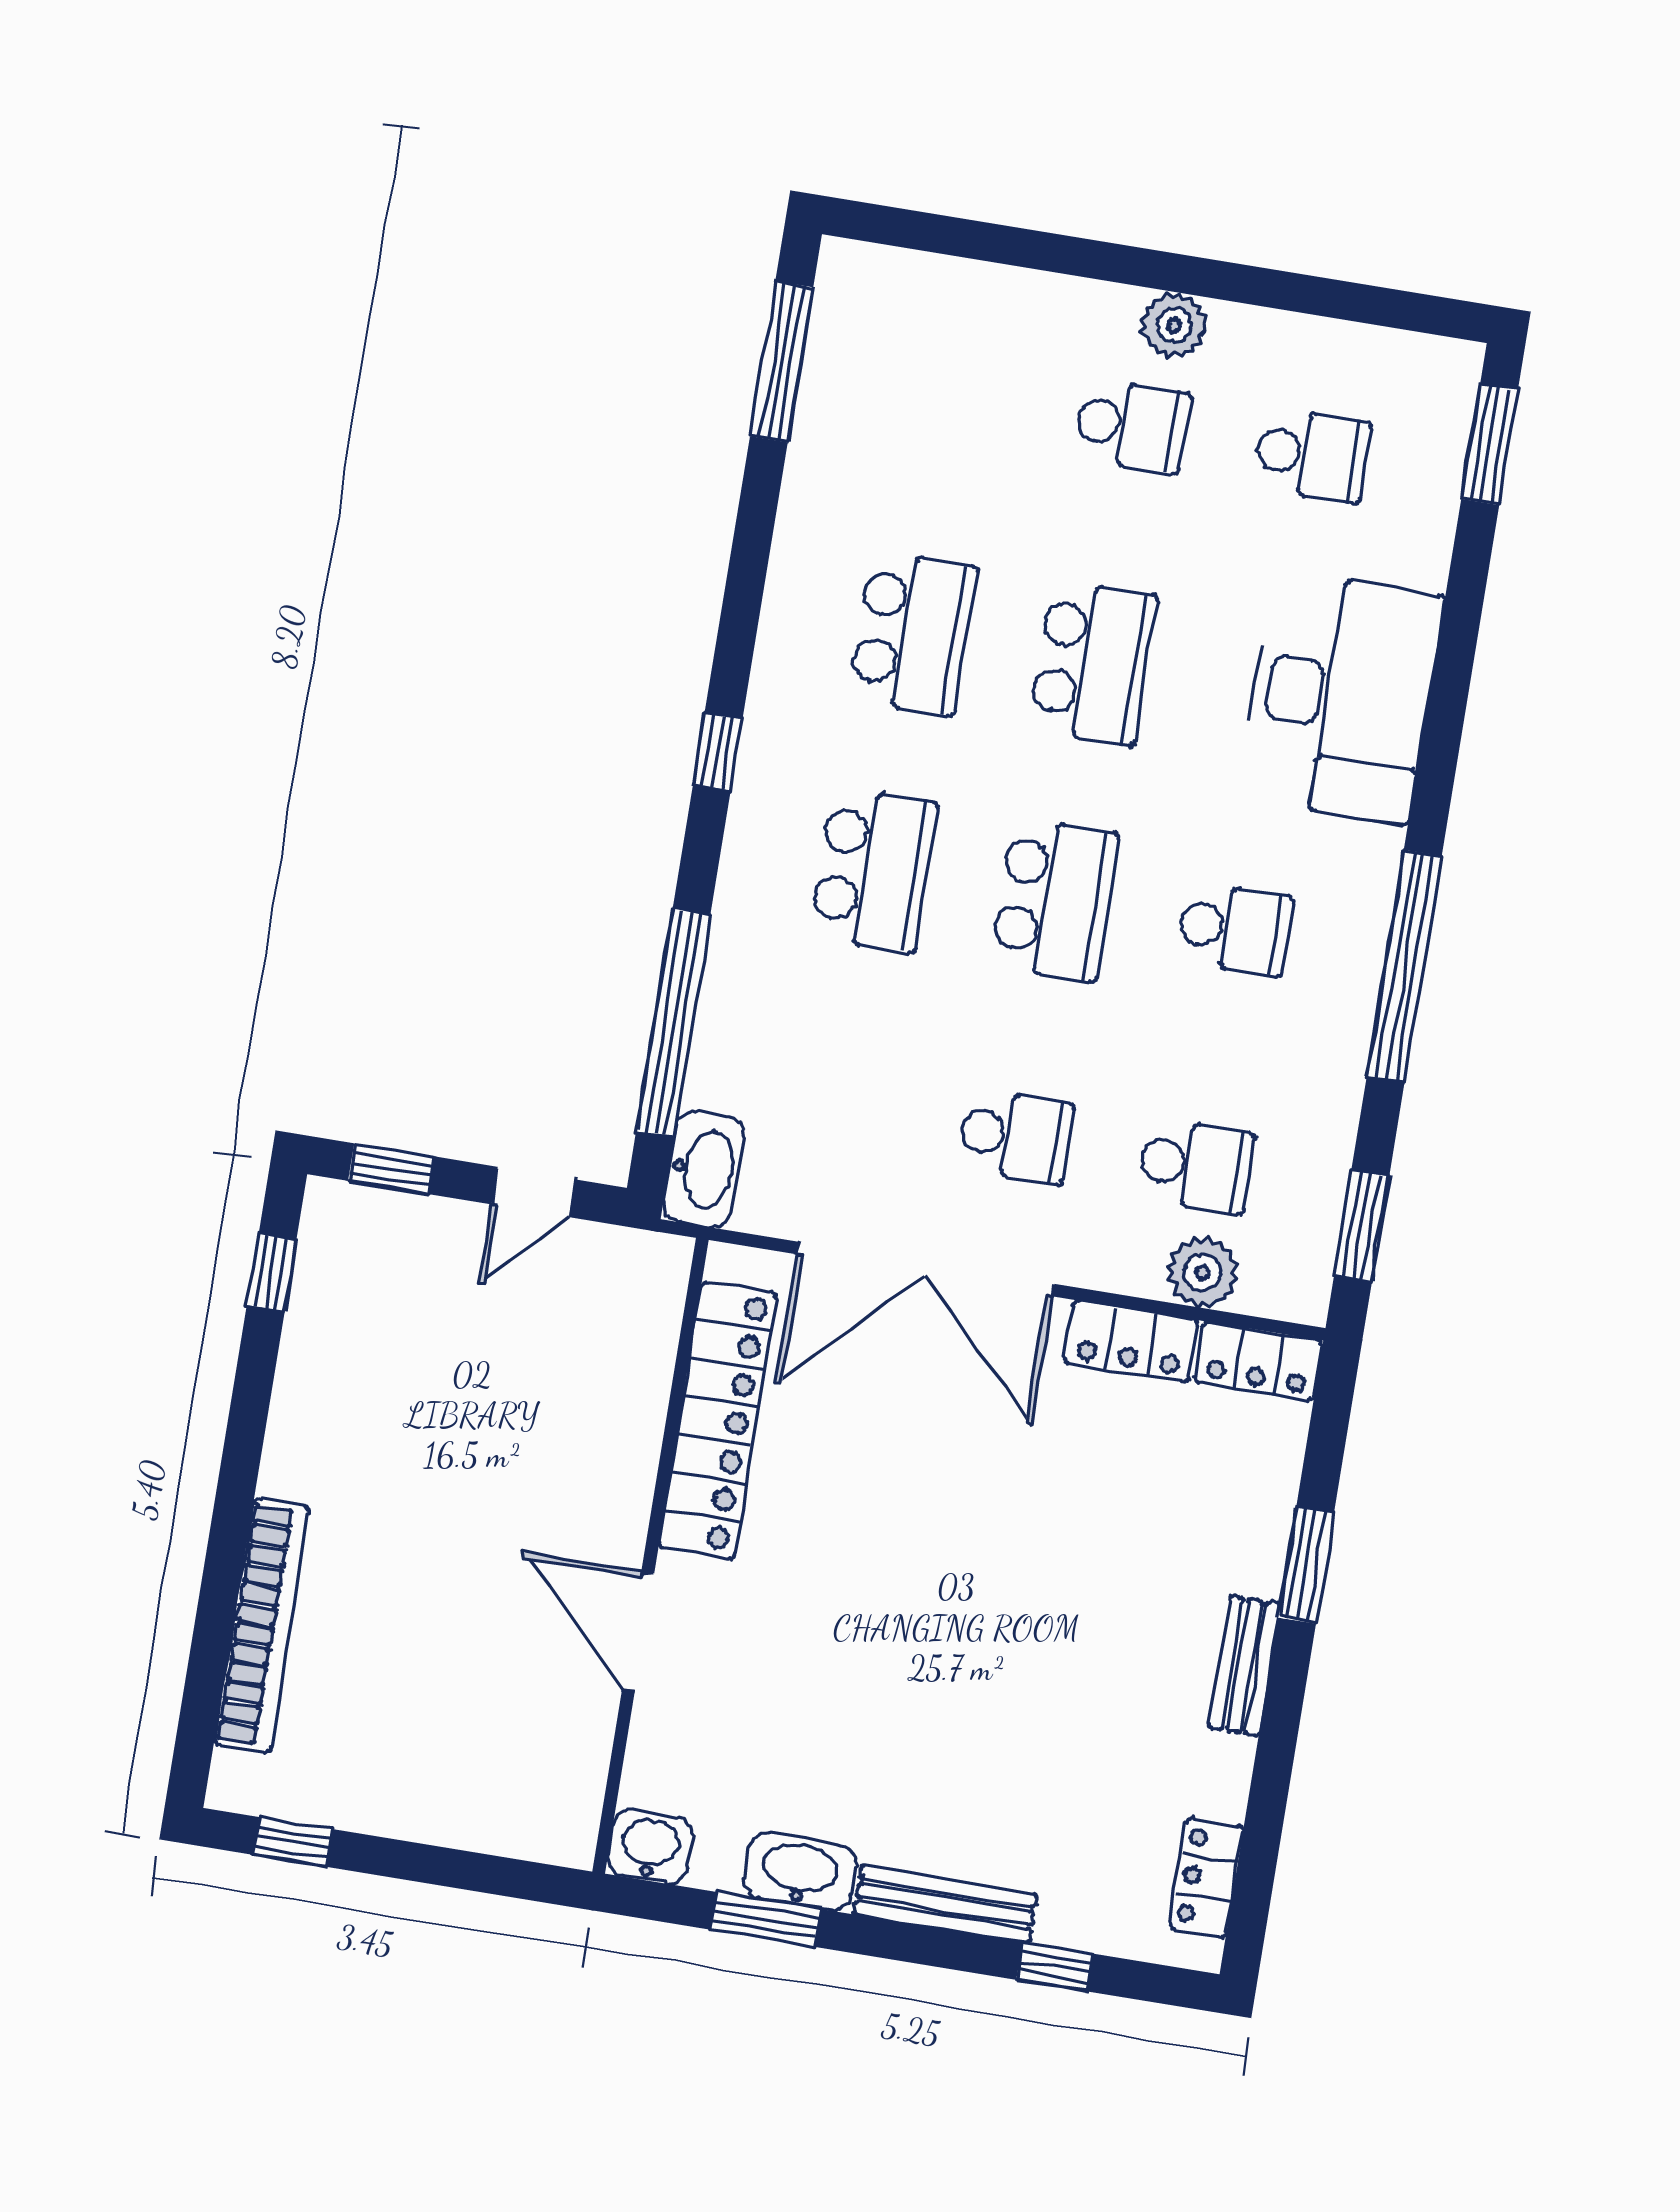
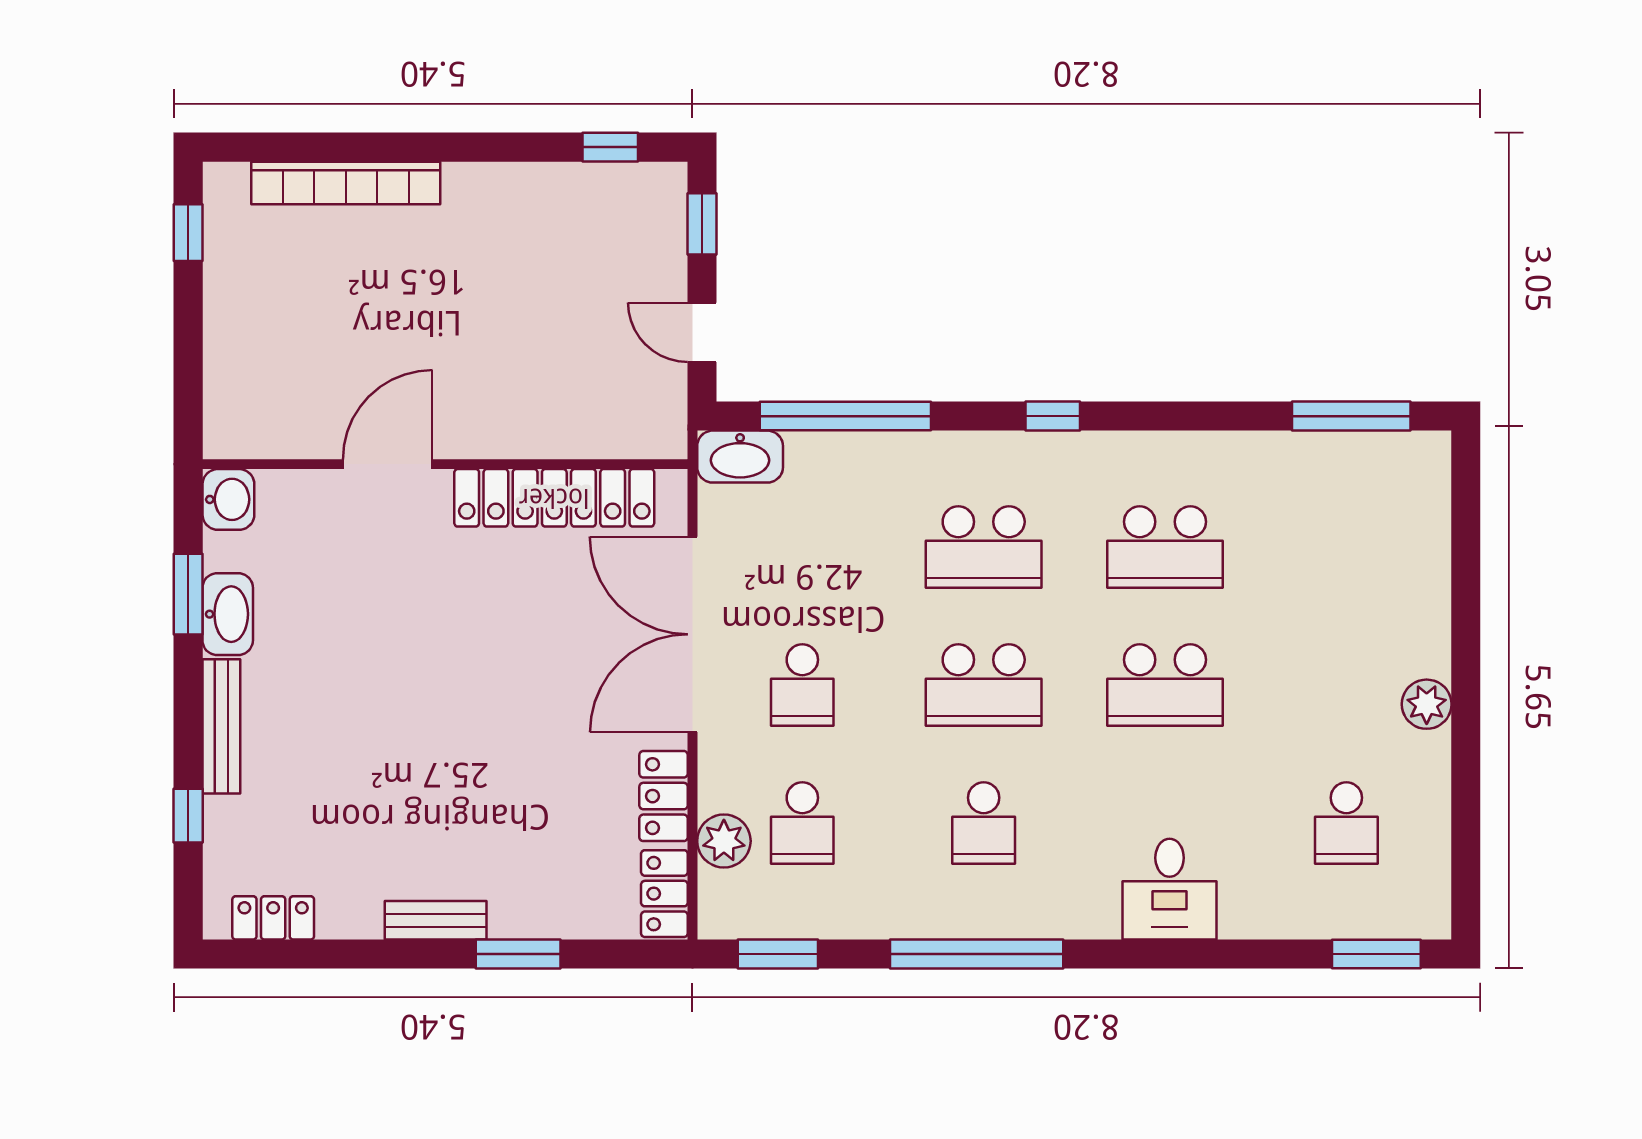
school desk: (1132, 426) -> (1346, 685), removed
desk: (1341, 697) -> (1170, 889), width x0.53, depth x0.77

